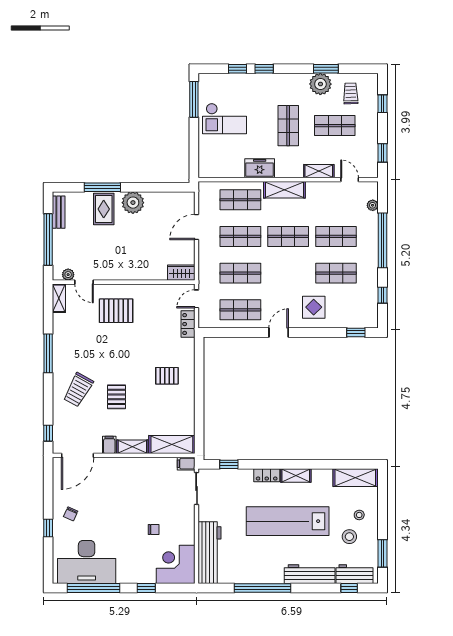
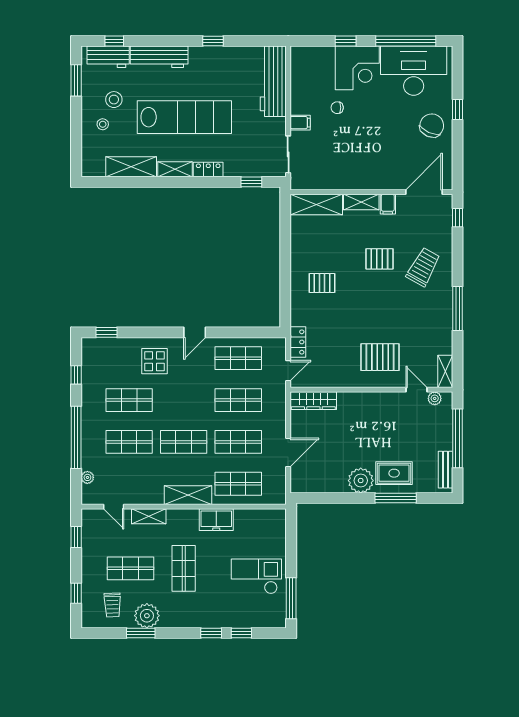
rug: (104, 209) -> (394, 473), turned 90
wardrobe: (181, 273) -> (313, 401), width x1.50
pallet: (117, 397) -> (379, 259), turned 90
filing cabinet: (186, 464) -> (300, 123), moved
shelving: (355, 478) -> (131, 167), moved
chair: (71, 514) -> (432, 126), width x1.87, depth x1.87
corner desk: (176, 564) -> (357, 68), moved
window: (262, 588) -> (213, 41), width x0.32

